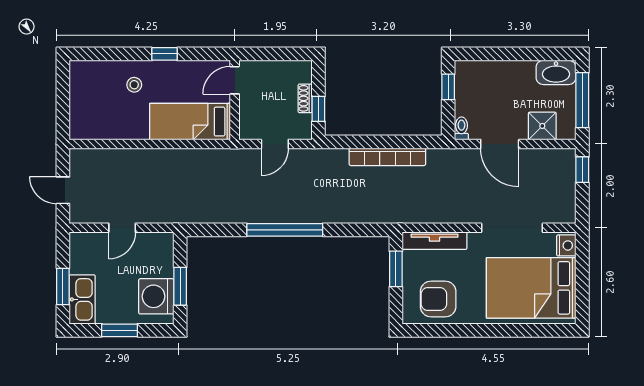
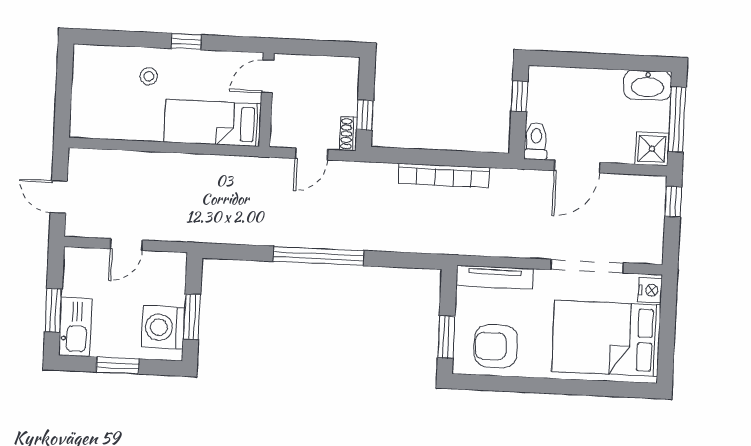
shoe rack: (305, 98) -> (348, 134), moved
shower: (542, 126) -> (652, 149), moved
toilet: (461, 128) -> (536, 141), width x1.37, depth x1.39
door: (500, 144) -> (577, 167), hinge flipped
window: (396, 269) -> (446, 337), moved

